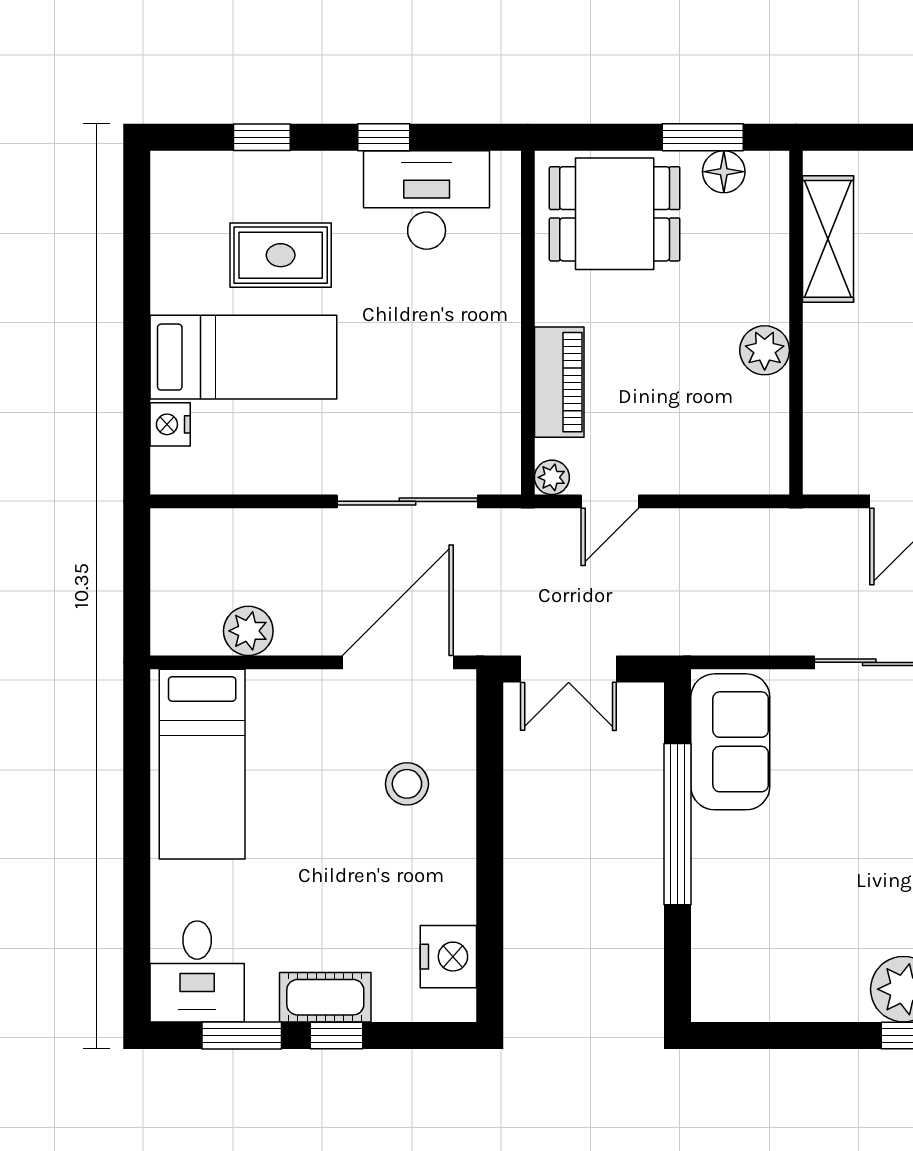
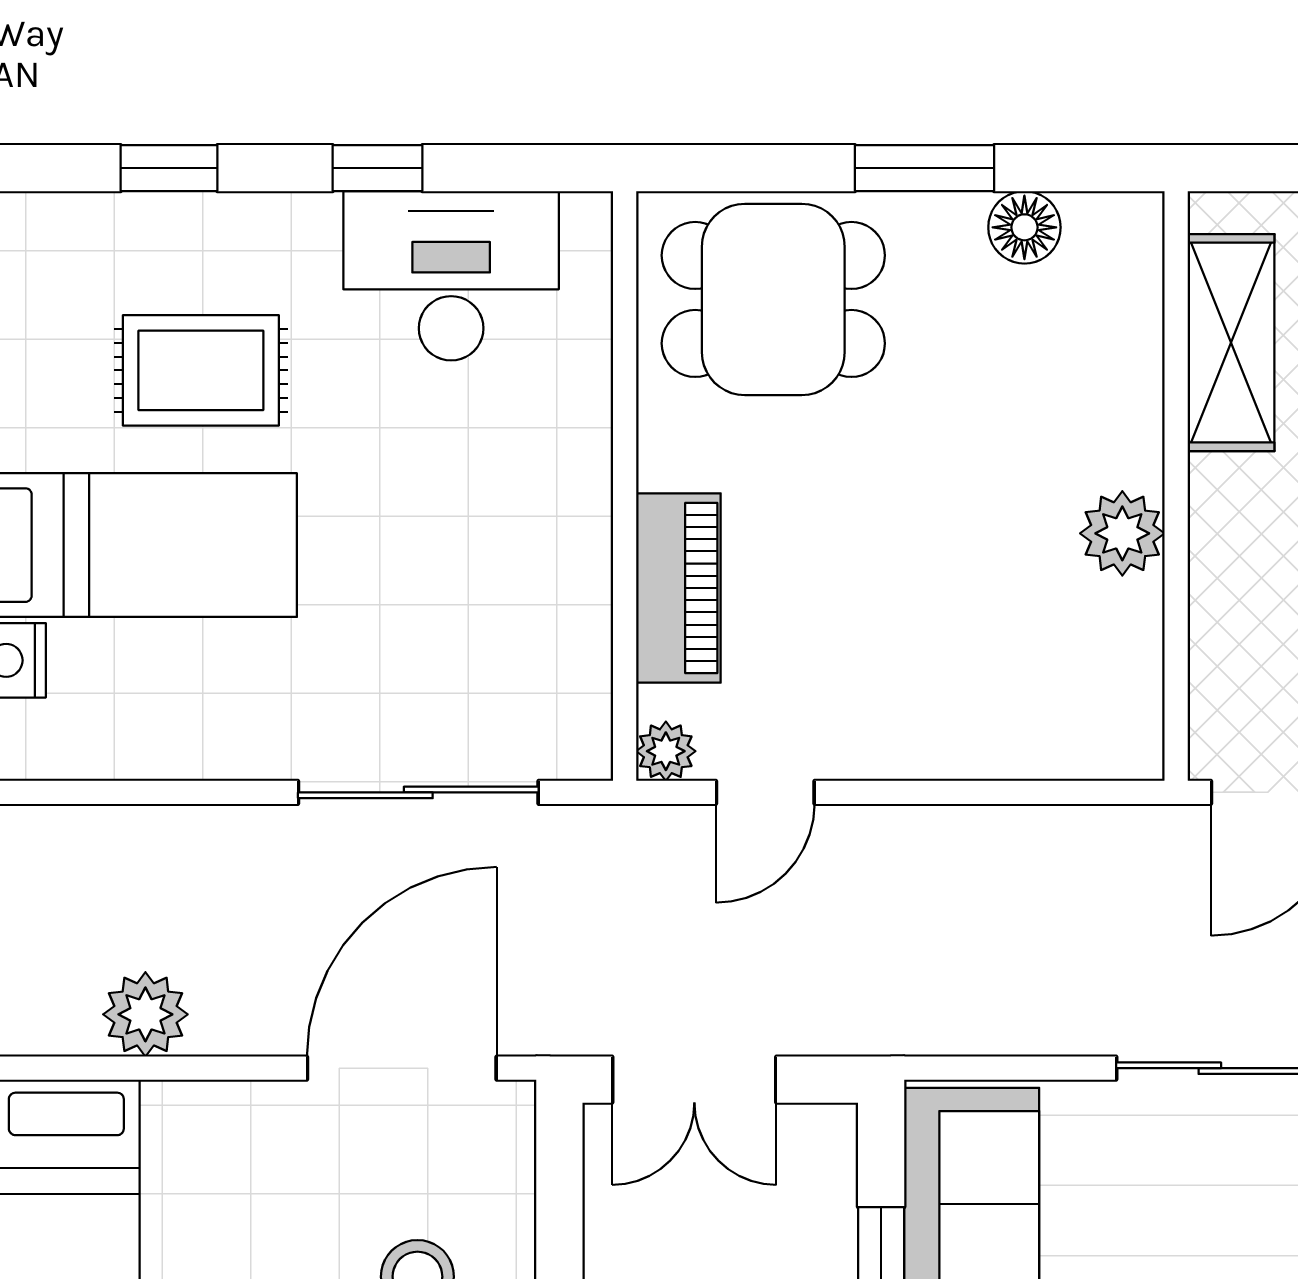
floor lamp: (724, 172) -> (1024, 227), moved
shelving: (828, 239) -> (1231, 343), moved
wall: (796, 323) -> (1176, 486), moved
plant: (765, 350) -> (1122, 533), moved

